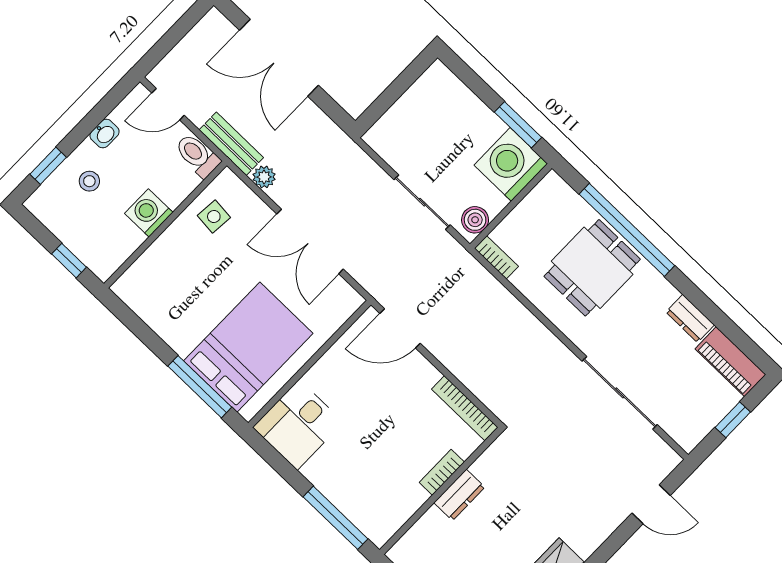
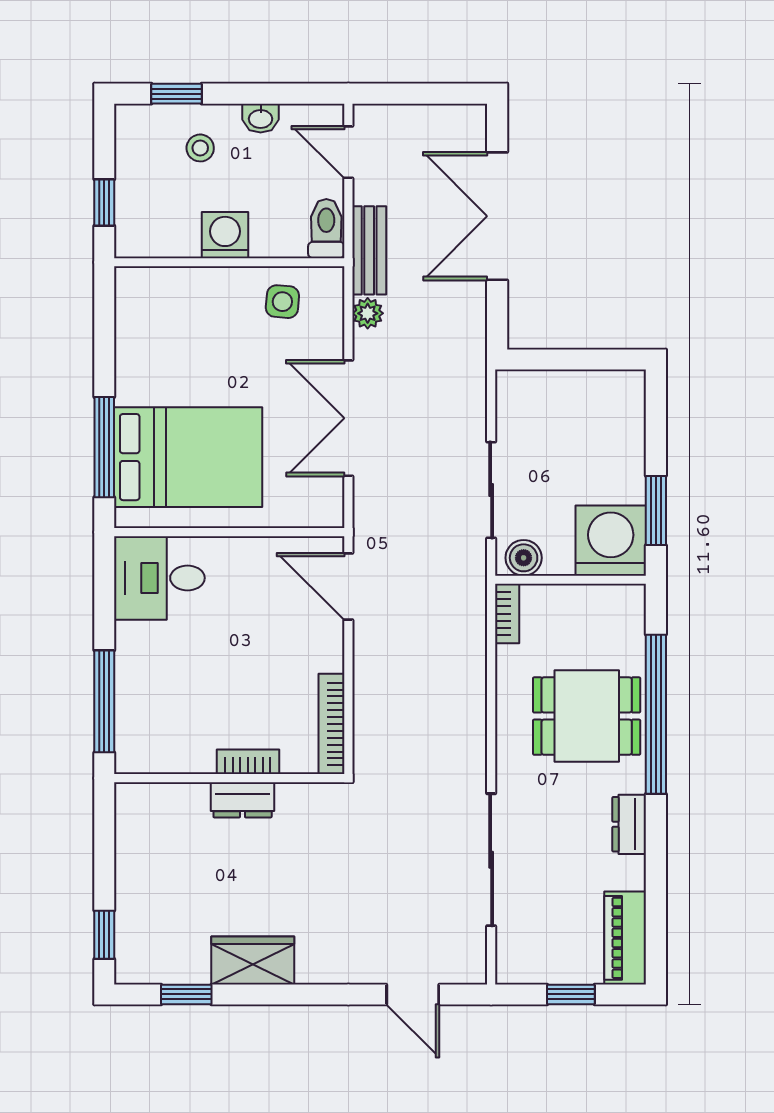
dresser: (690, 318) -> (629, 824), moved

